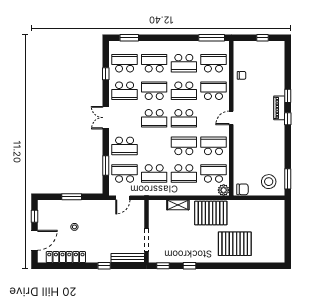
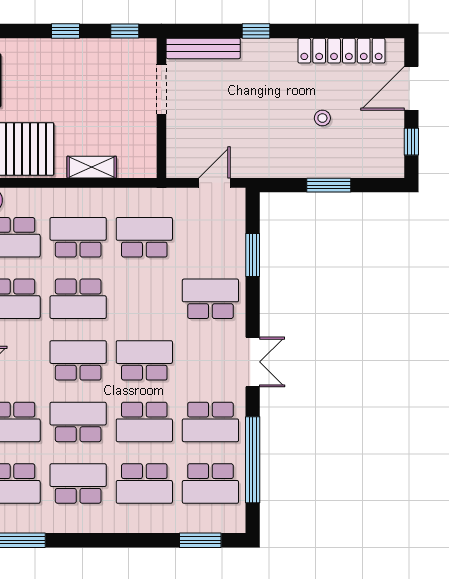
window: (106, 74) -> (253, 460), width x3.17
school desk: (125, 91) -> (210, 422), turned 180
school desk: (125, 173) -> (210, 237), removed

